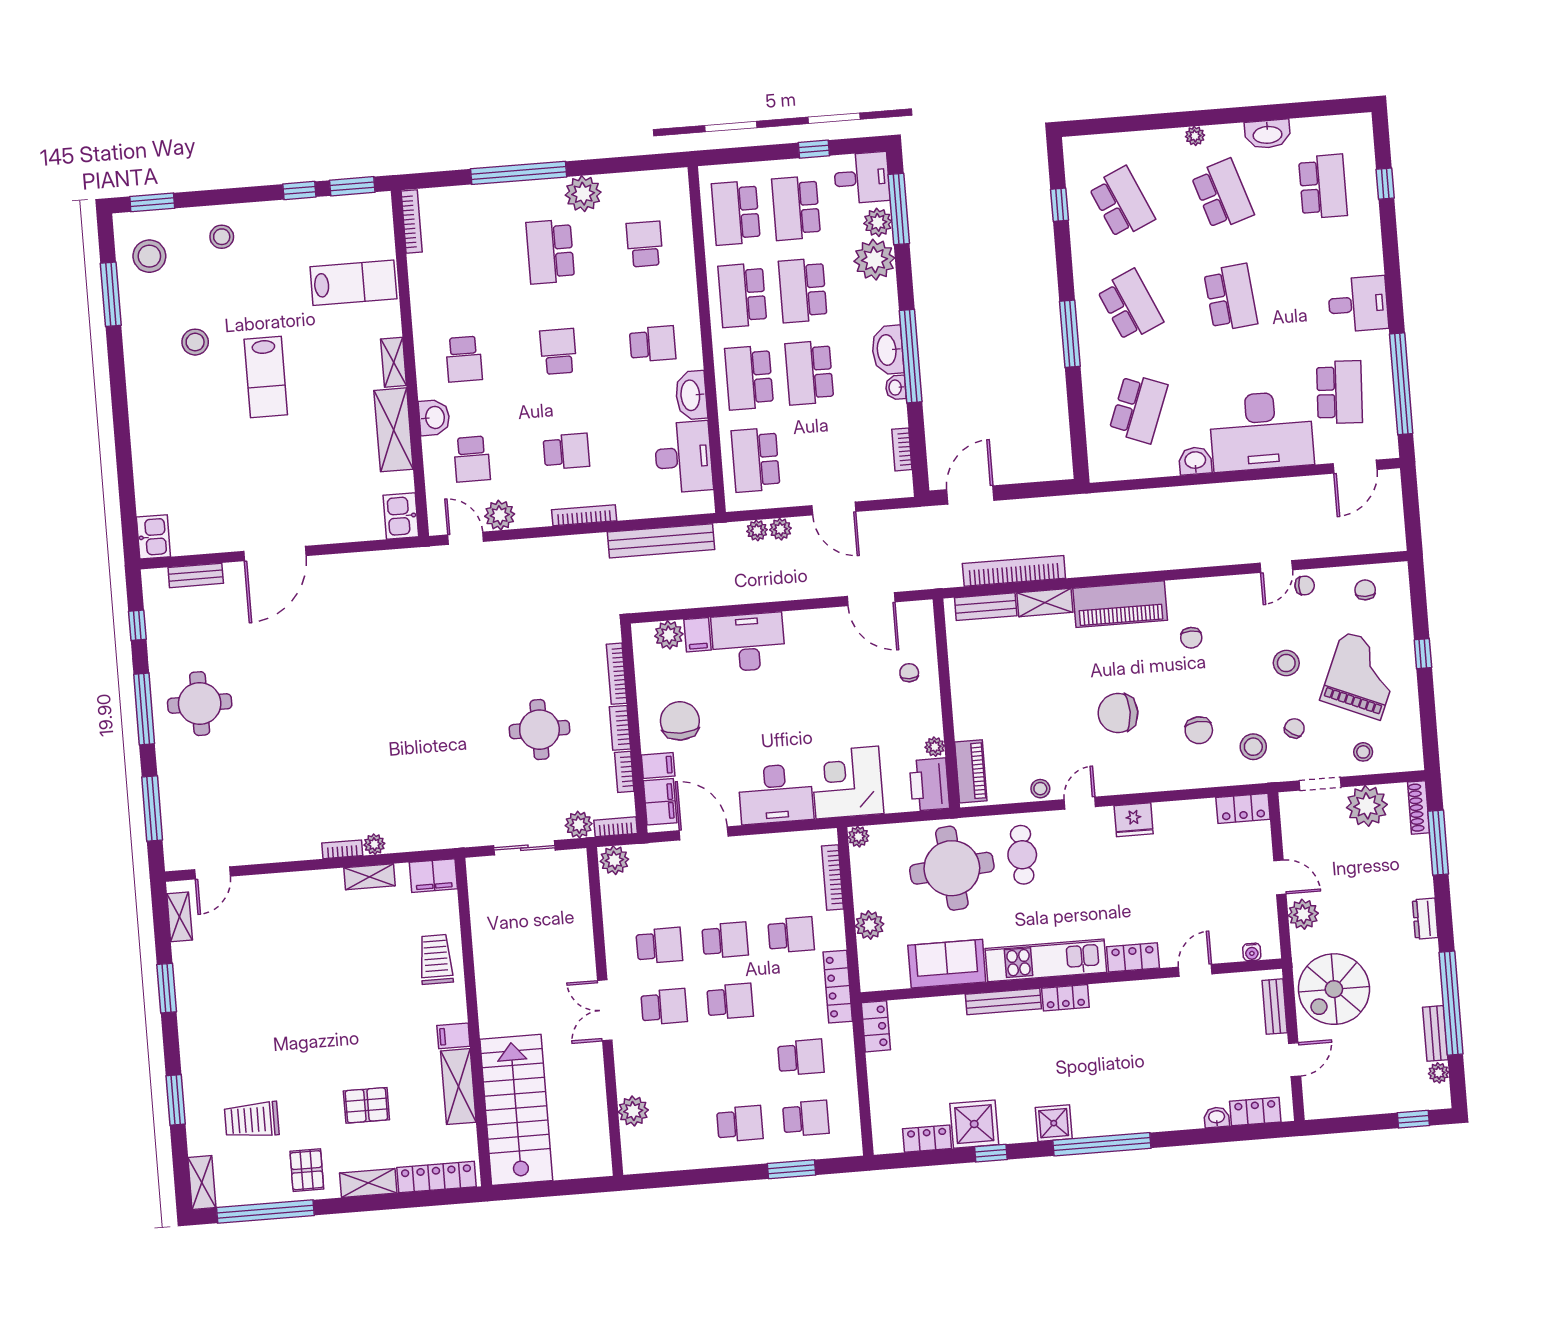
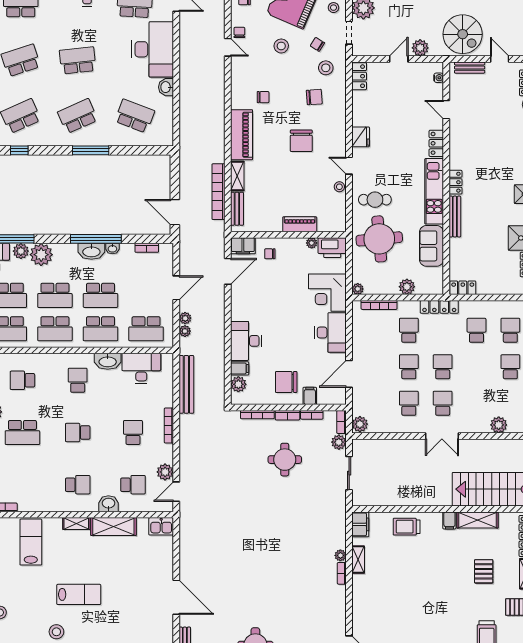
piano: (971, 771) -> (300, 224), moved
filing cabinet: (660, 802) -> (243, 246), moved, turned 180

